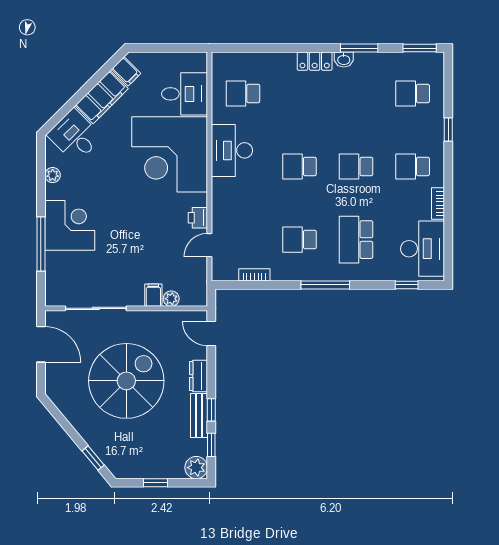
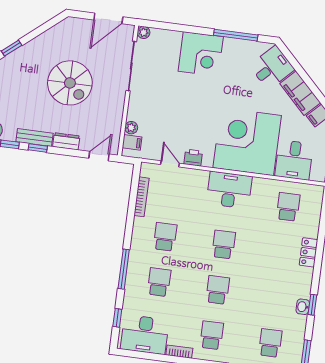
window: (359, 48) -> (312, 305), width x0.67
washbasin: (344, 60) -> (303, 307), moved
locker: (315, 61) -> (308, 252), moved
desk: (232, 150) -> (229, 190), moved
plant: (53, 175) -> (144, 32), moved
school desk: (356, 240) -> (159, 282), width x0.54
window: (41, 244) -> (236, 35), moved
bookcase: (254, 275) -> (142, 197), width x1.56
window: (325, 285) -> (124, 269), moved
filing cabinet: (153, 295) -> (132, 142), moved
spiral stairs: (126, 381) -> (70, 83), width x0.73, depth x0.73

